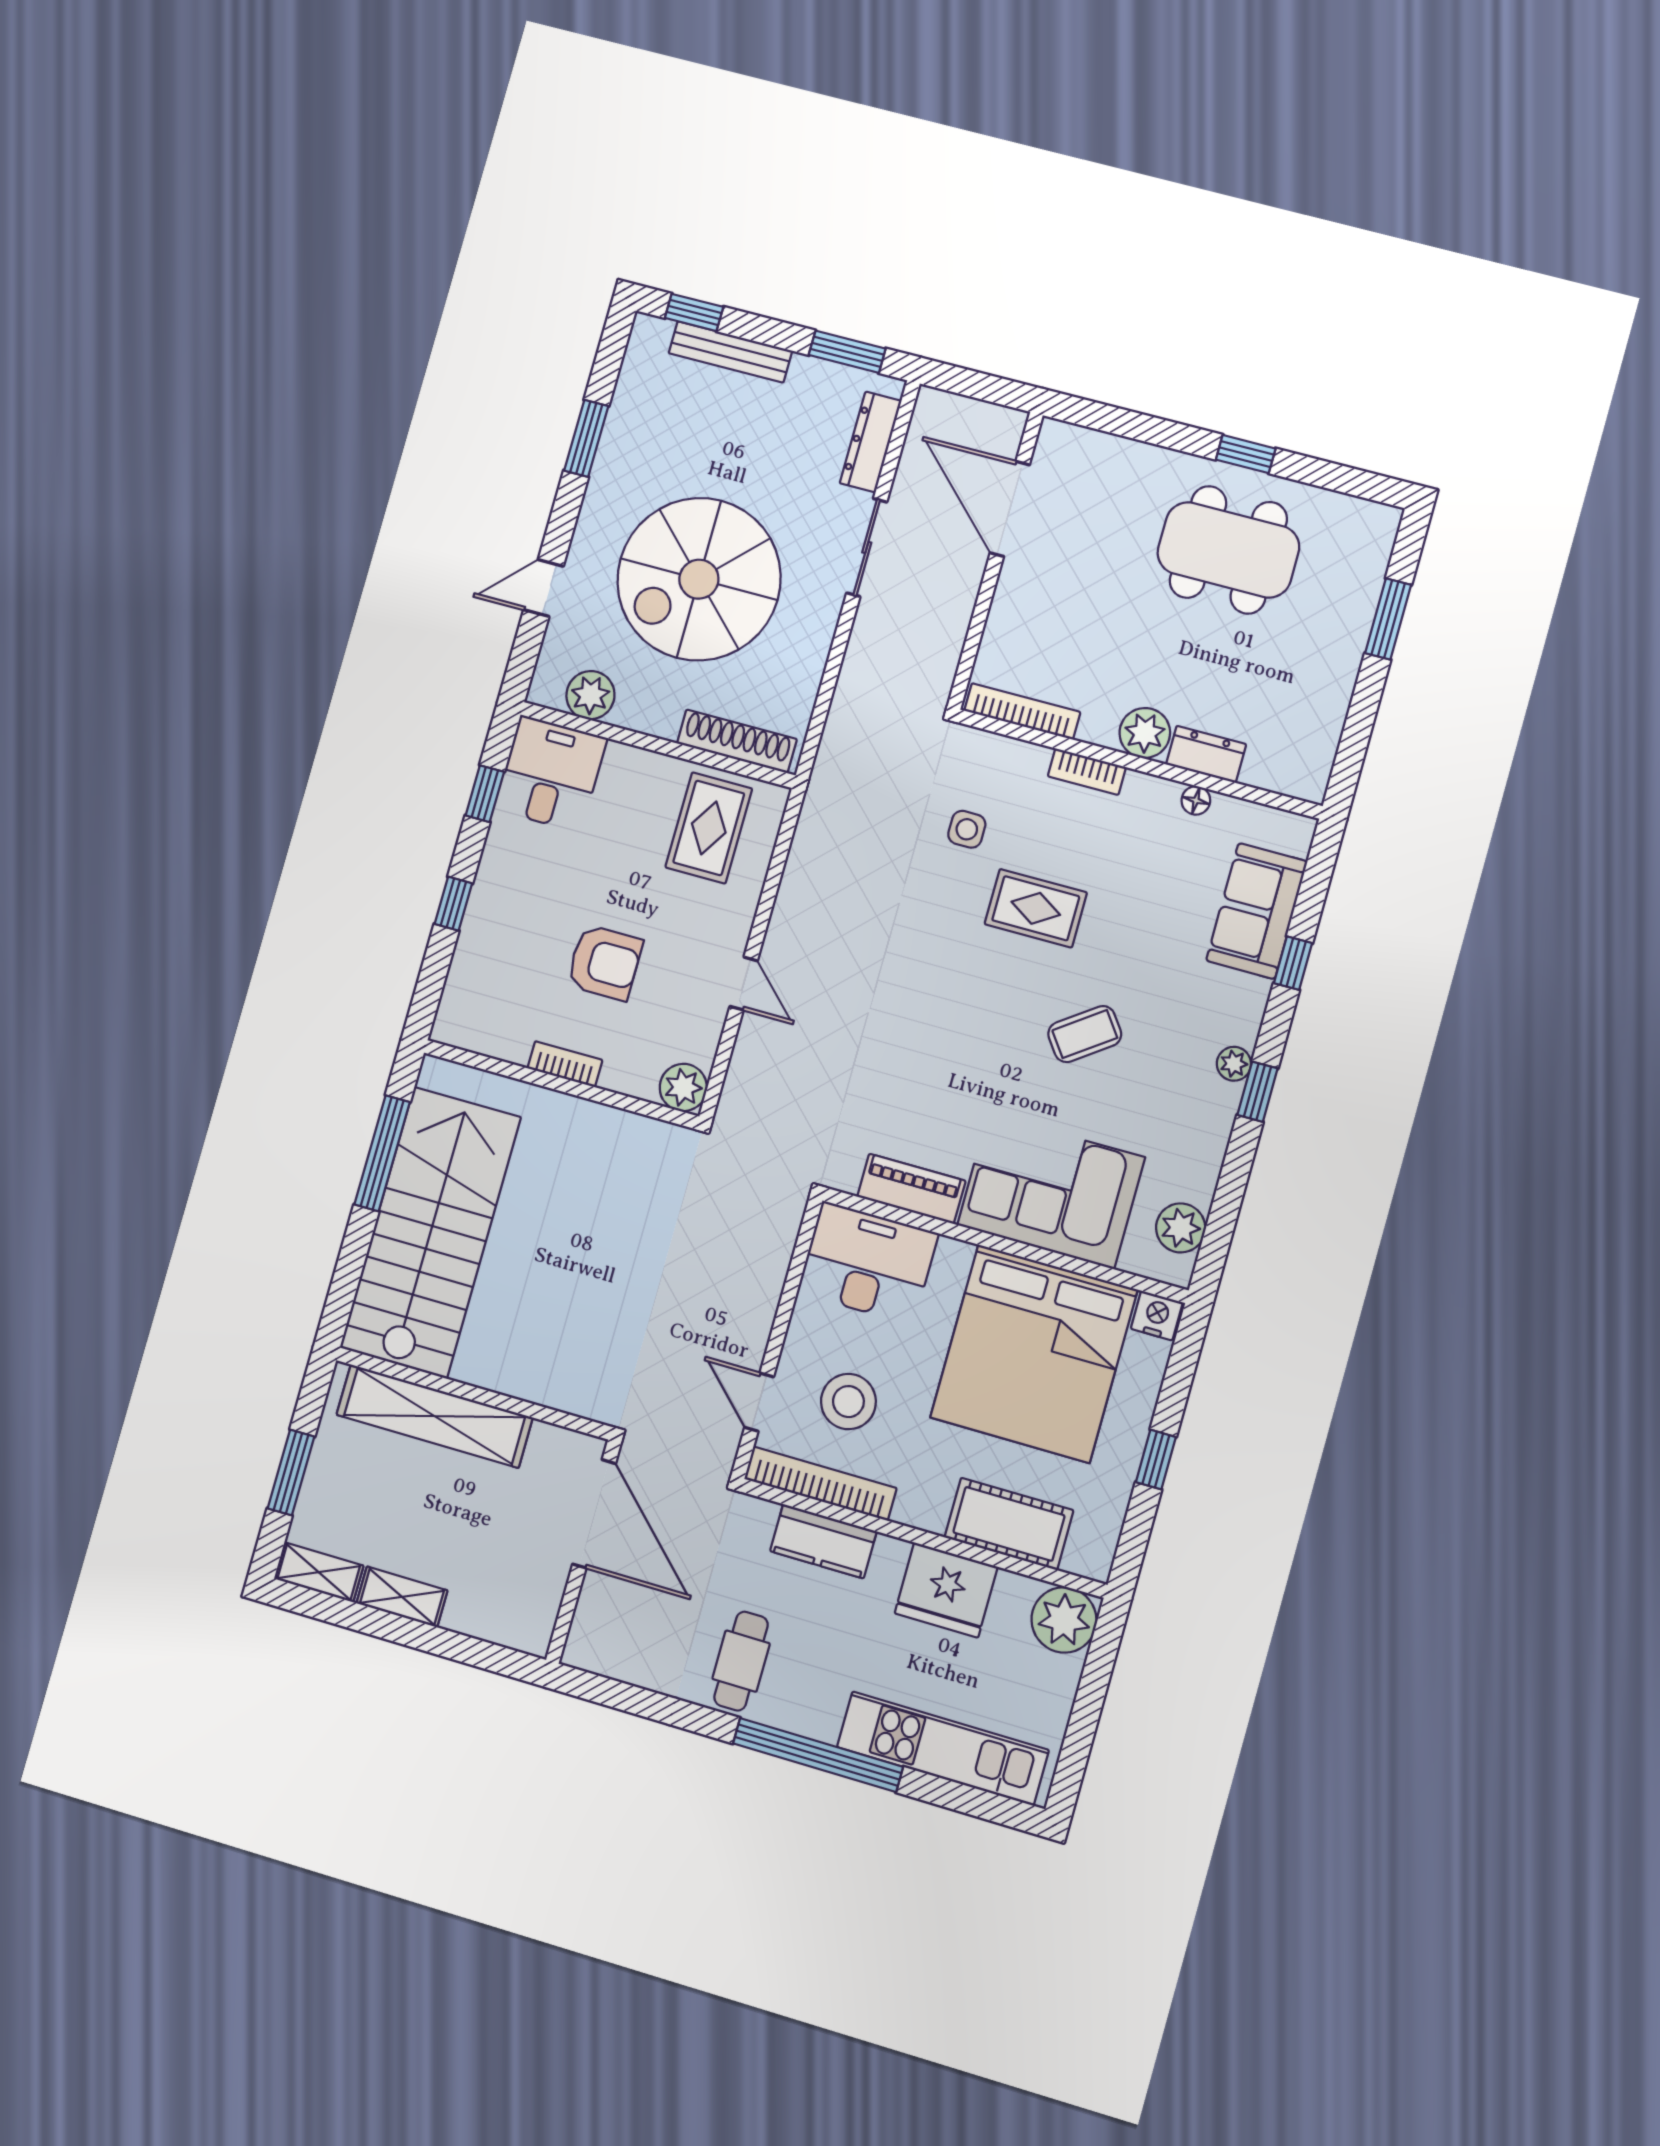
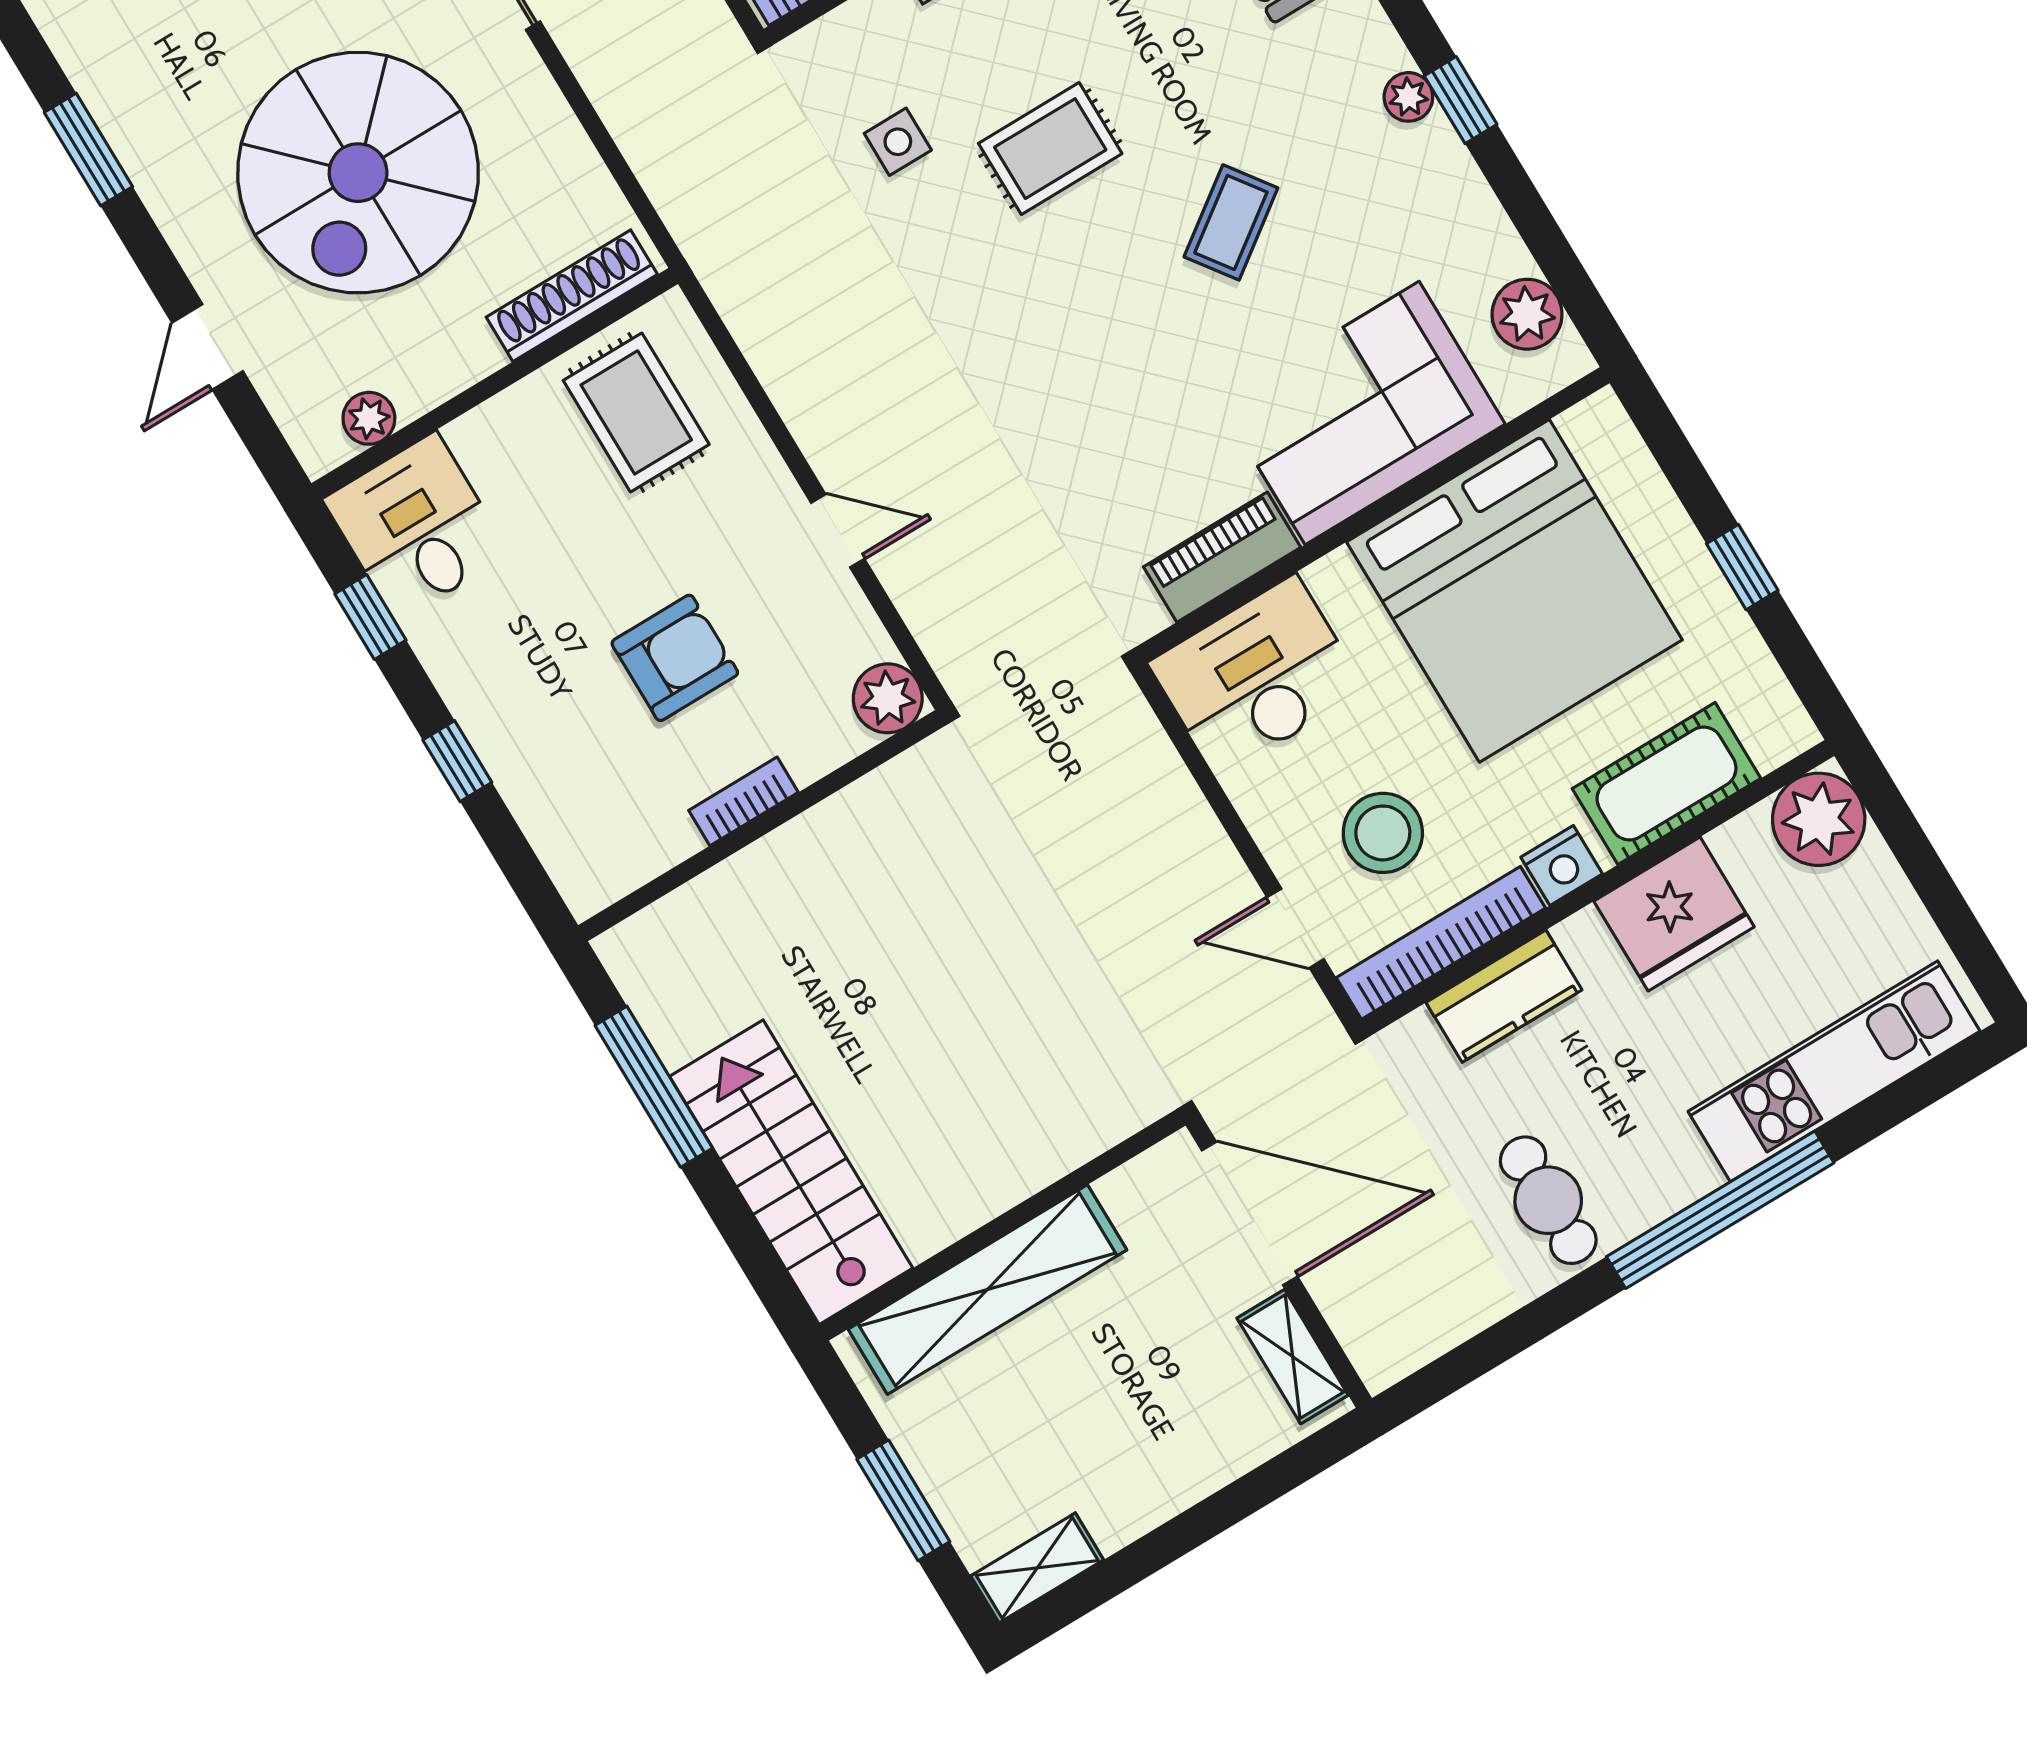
plant: (590, 695) -> (369, 418), width x0.73, depth x0.73
stairs: (430, 1232) -> (791, 1172), width x0.73, depth x0.66
nightstand: (1157, 1316) -> (1562, 866), moved, turned 180
shelving: (402, 1597) -> (1293, 1357), moved, turned 90

